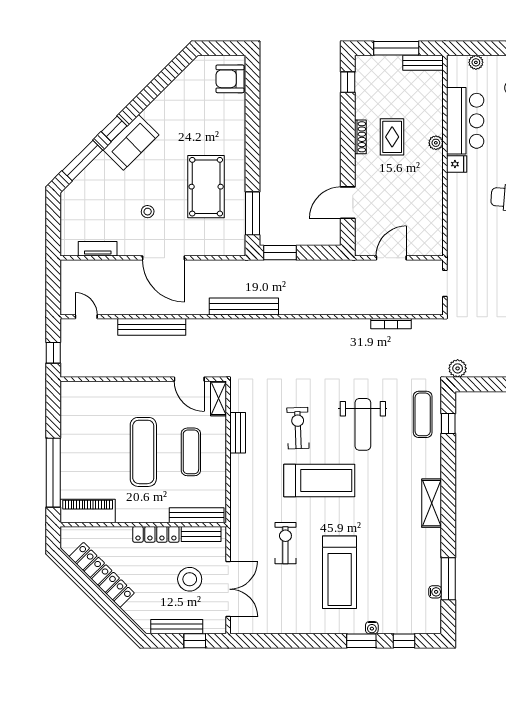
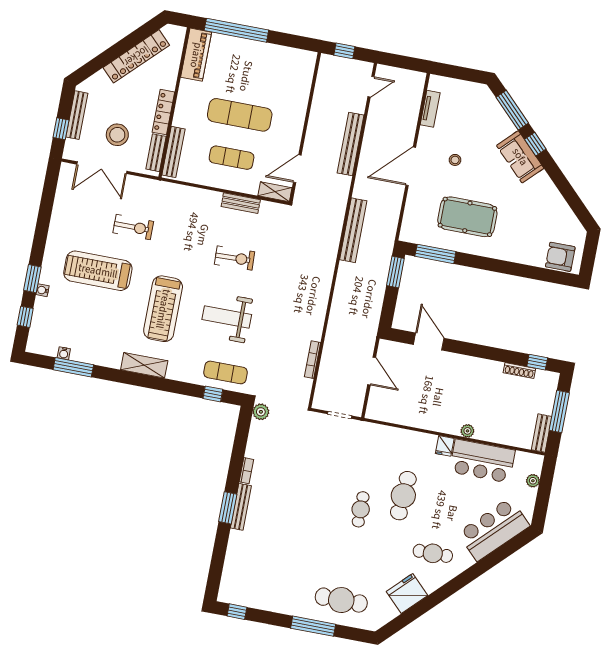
armchair: (230, 79) -> (560, 257), turned -90
shoe rack: (360, 137) -> (519, 371), moved
rug: (392, 137) -> (480, 393), removed
treadmill: (319, 481) -> (163, 309), moved

